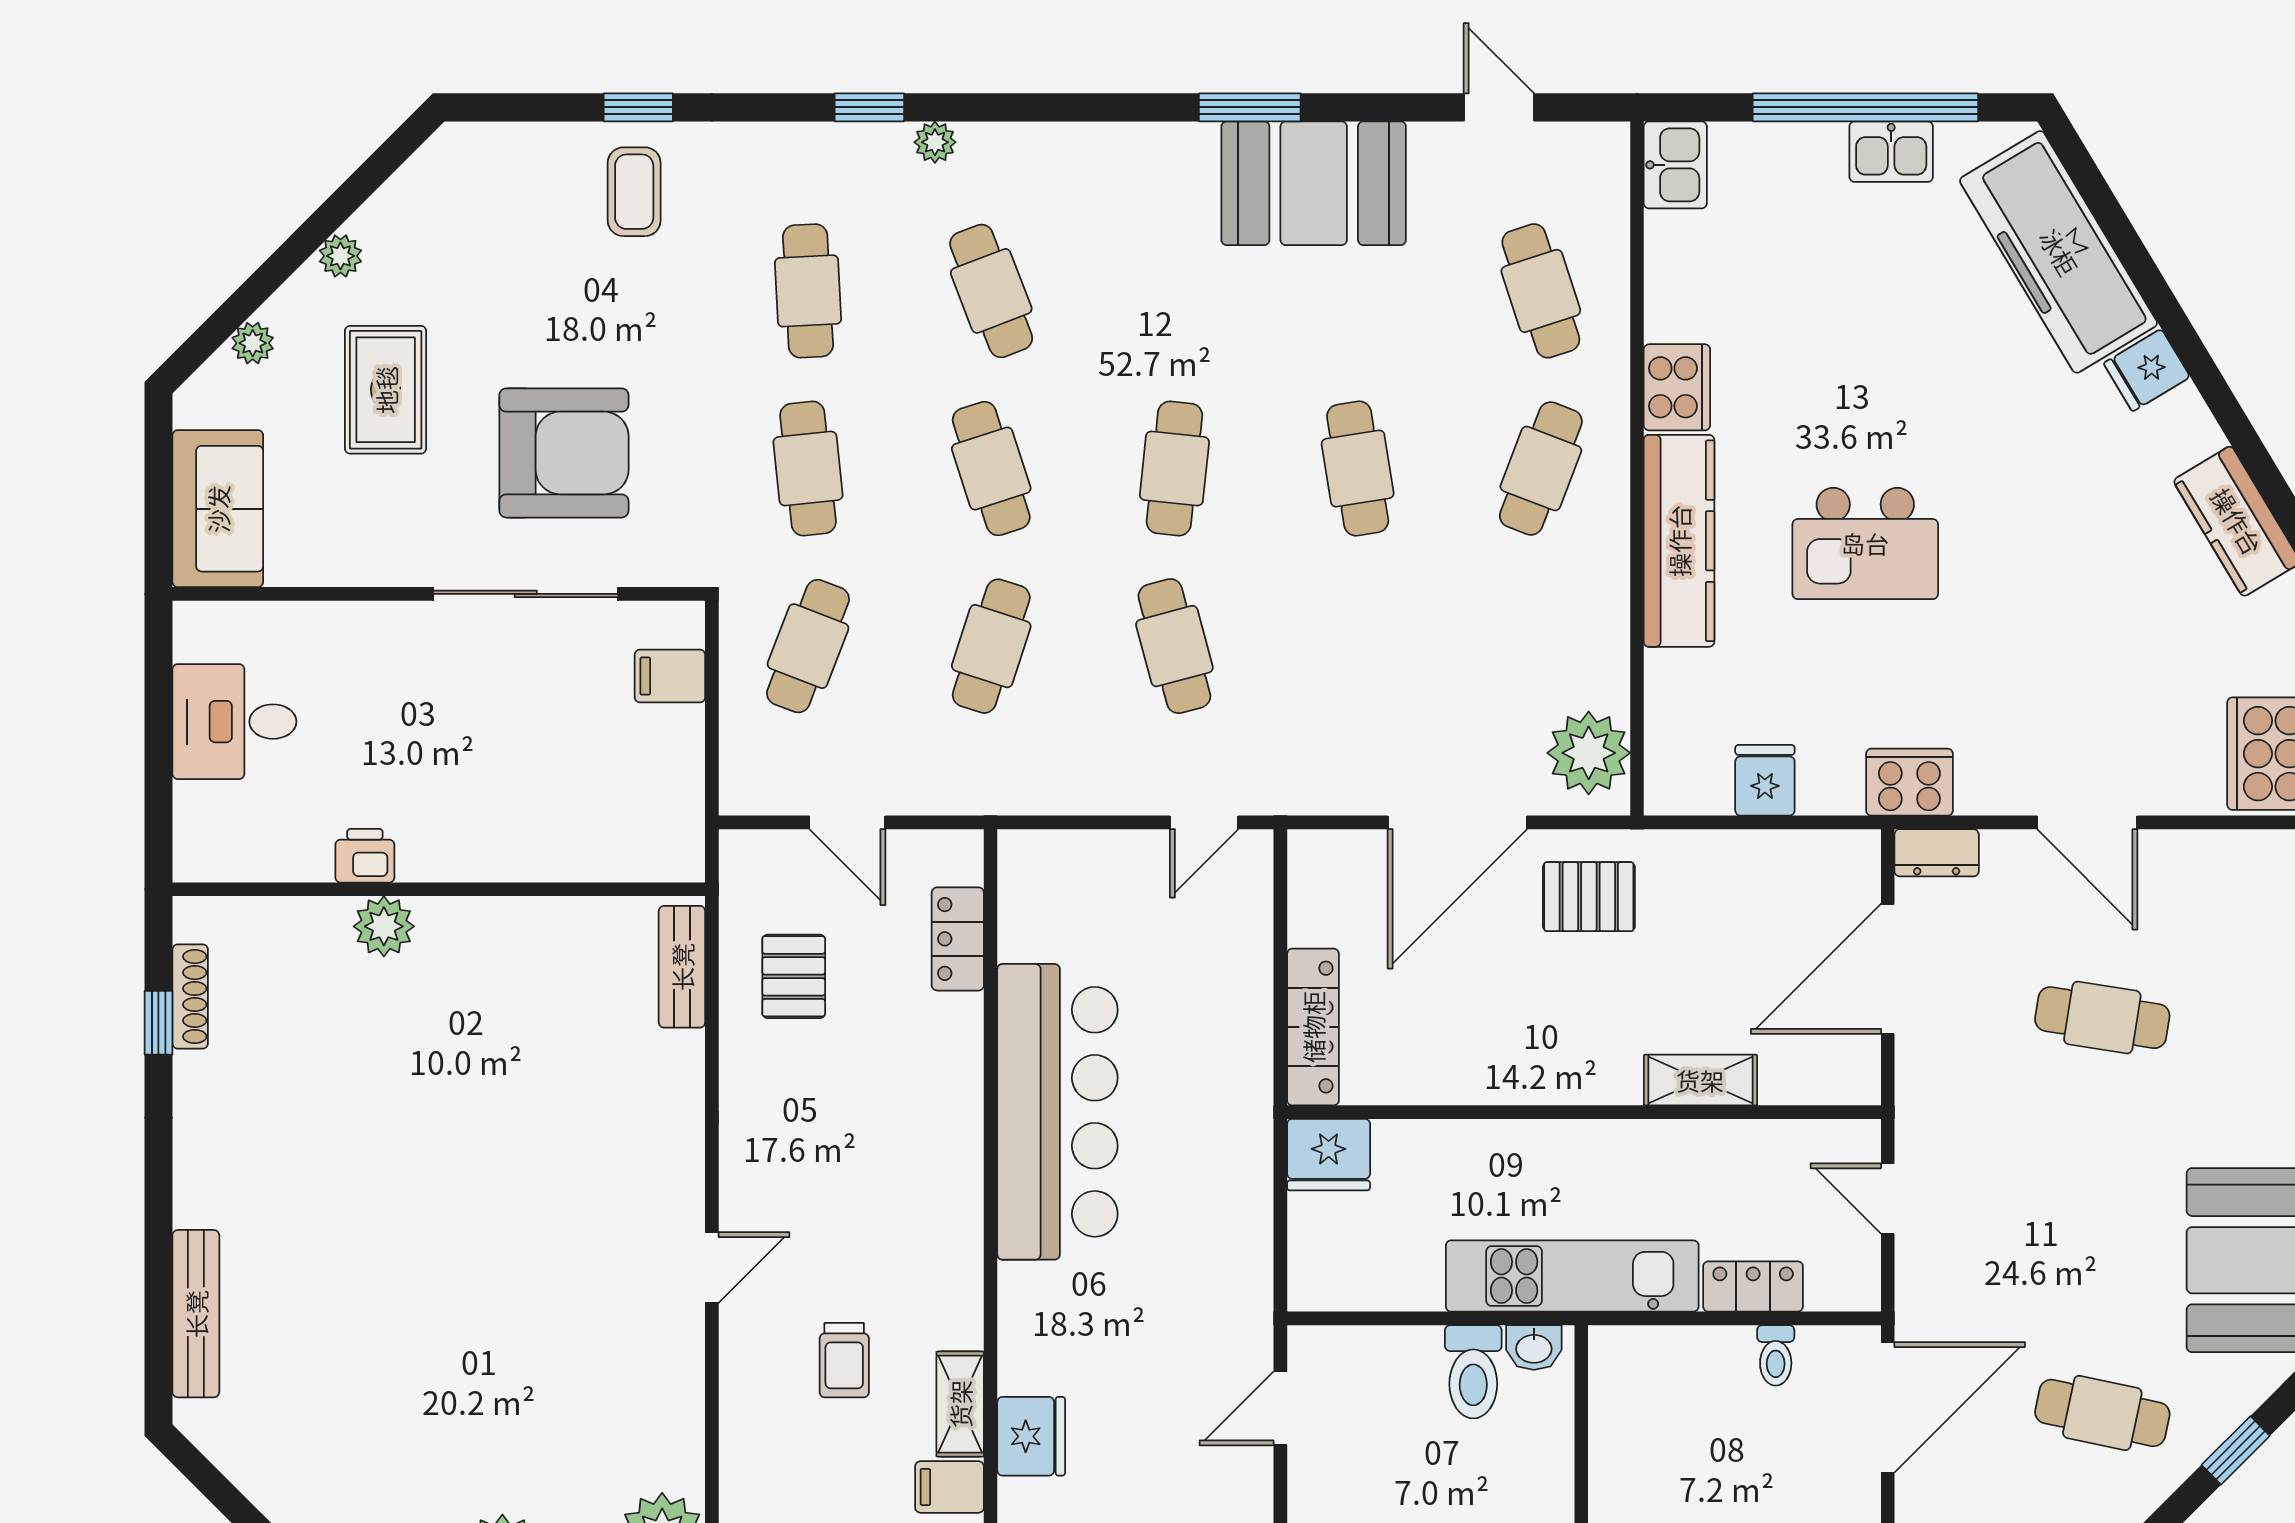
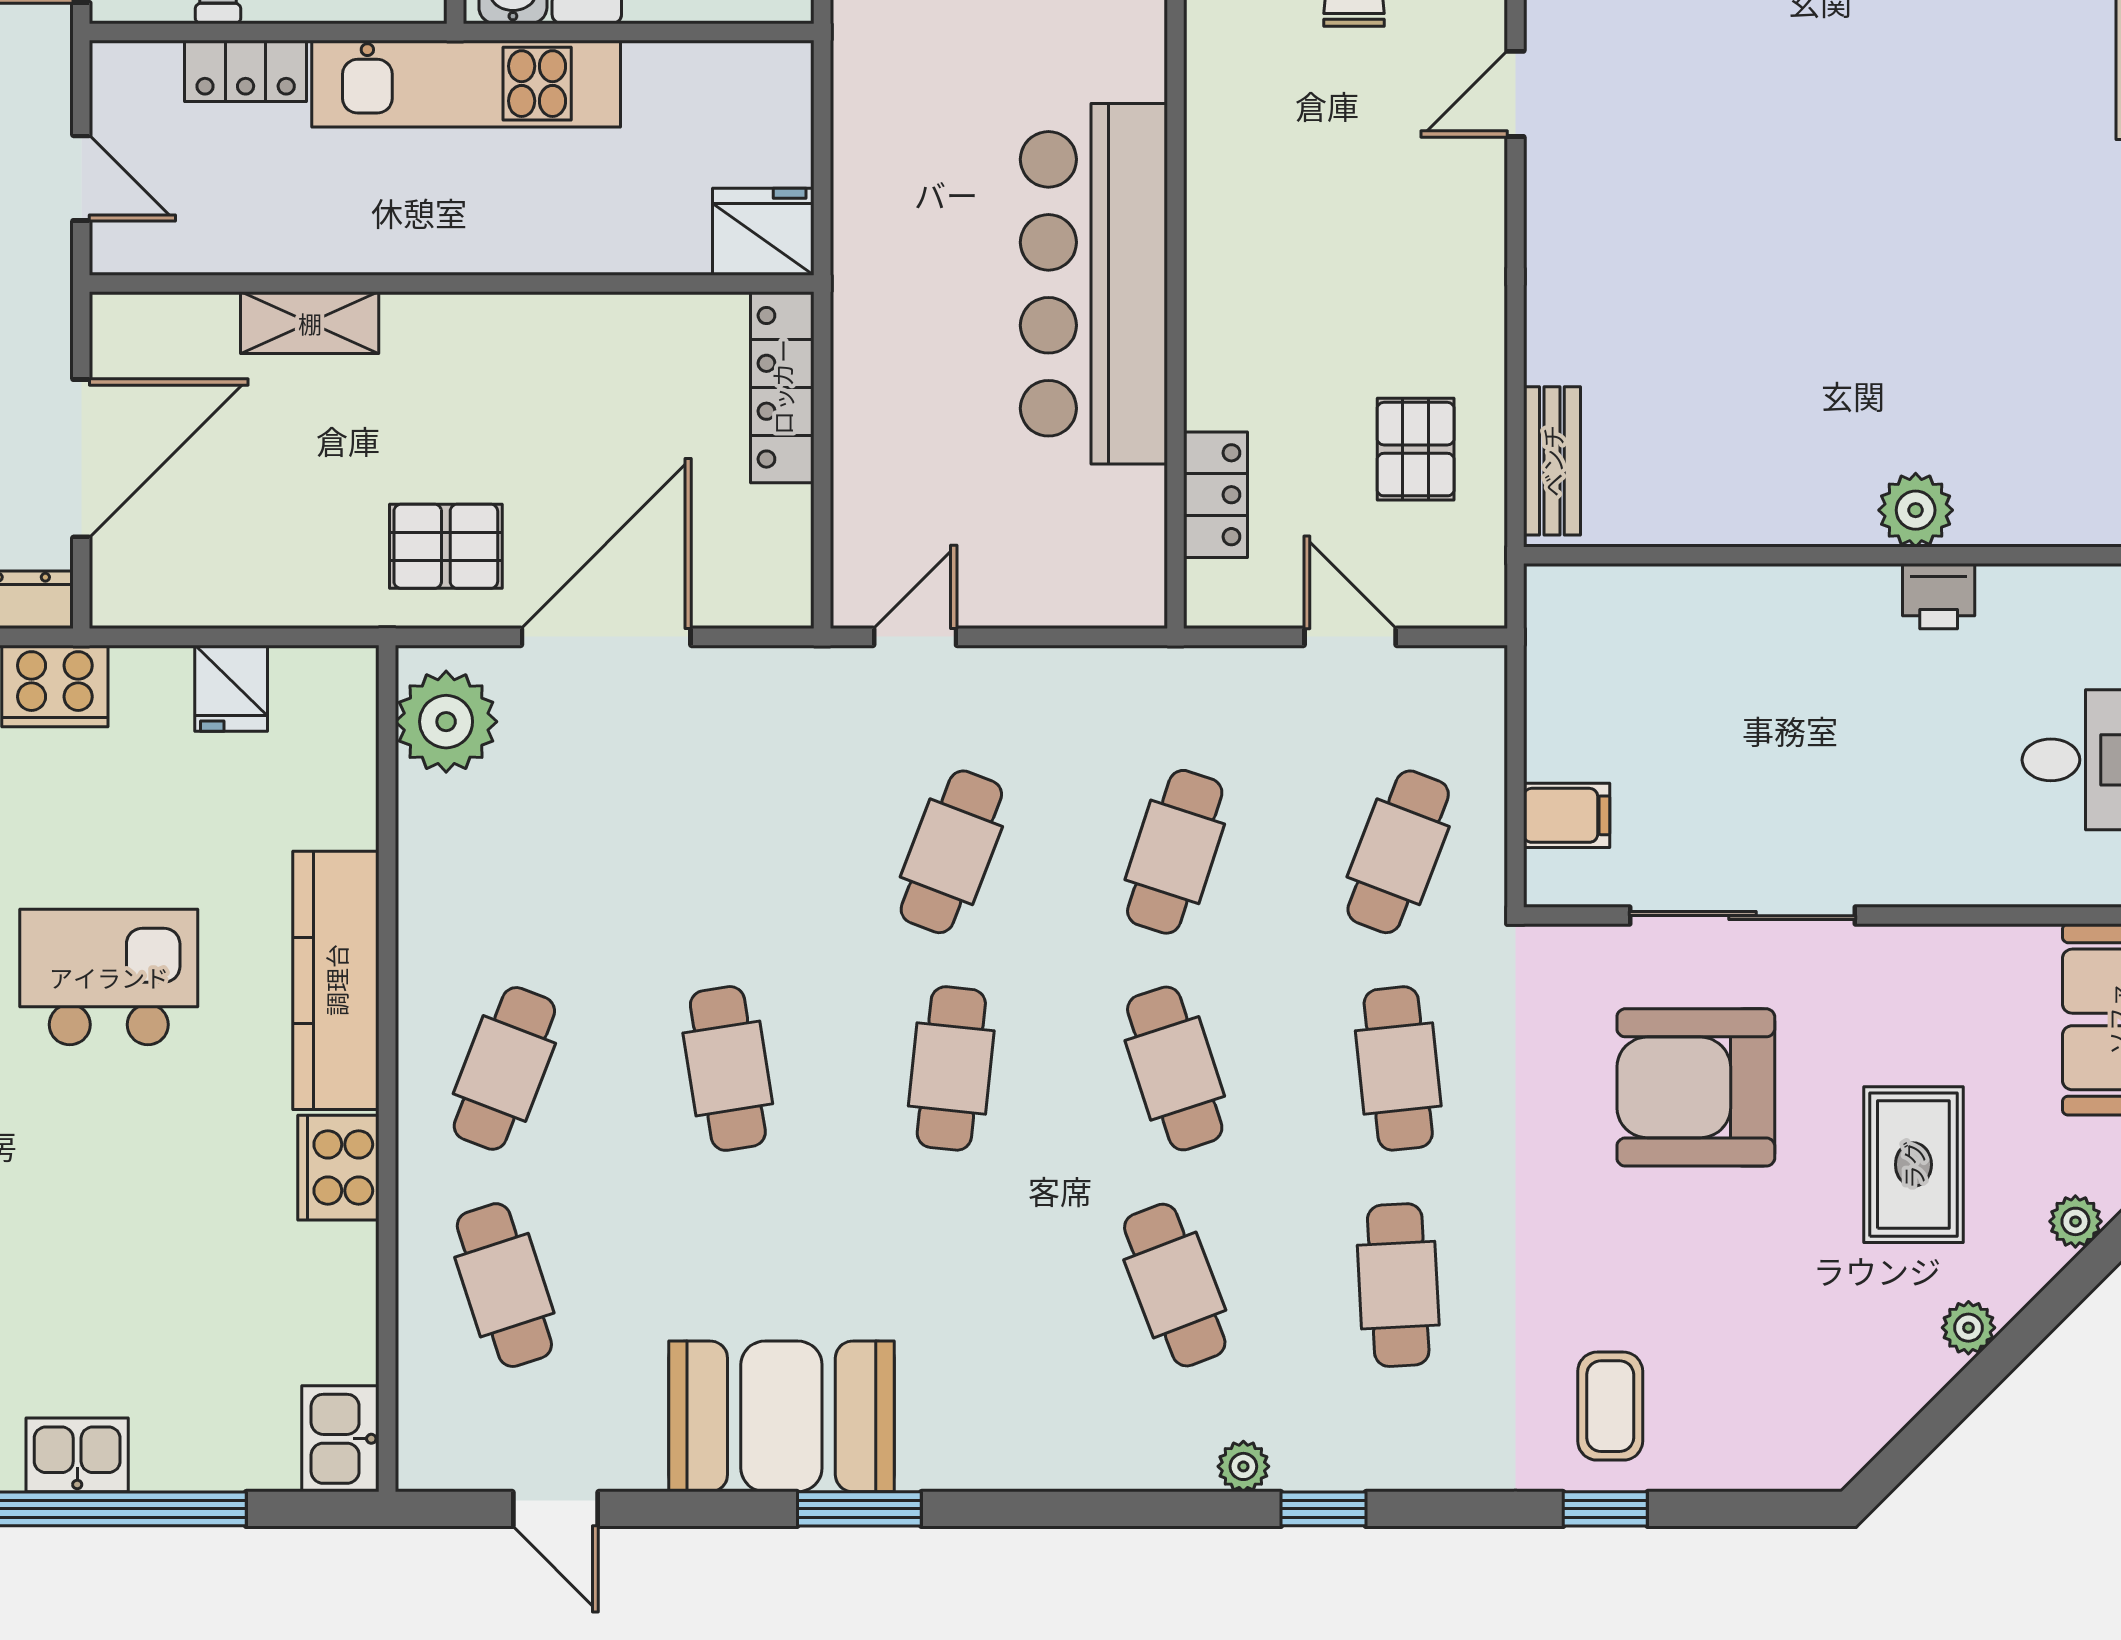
cafe table: (1174, 646) -> (951, 852), turned 36

